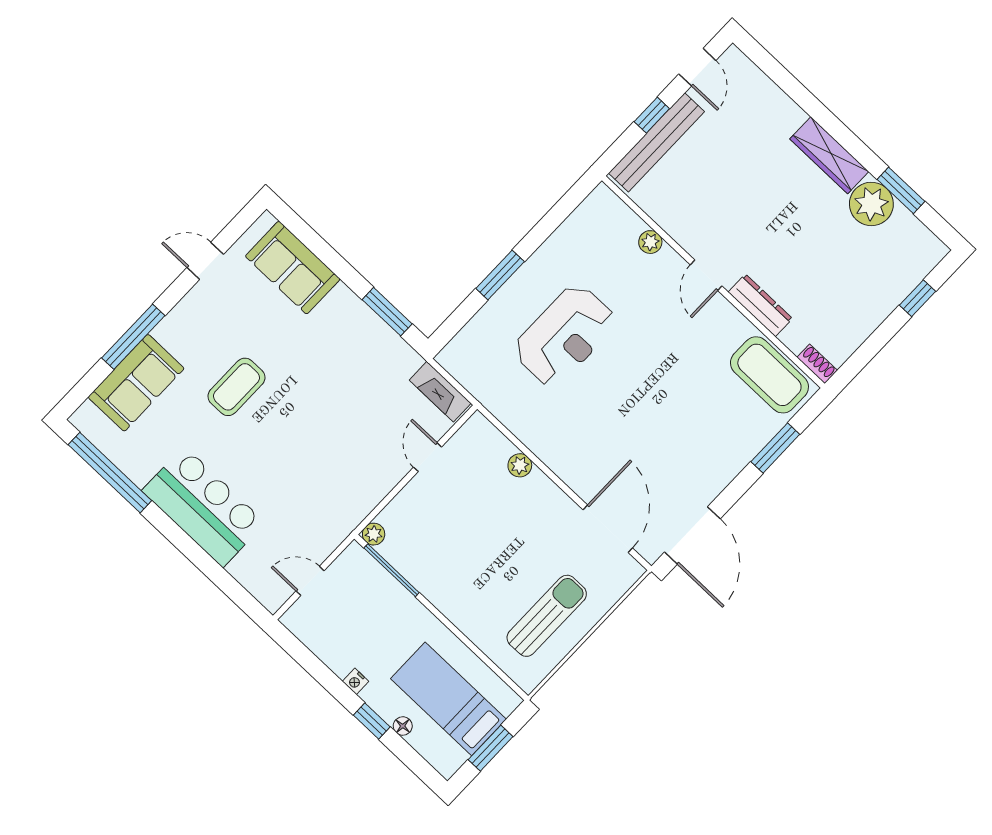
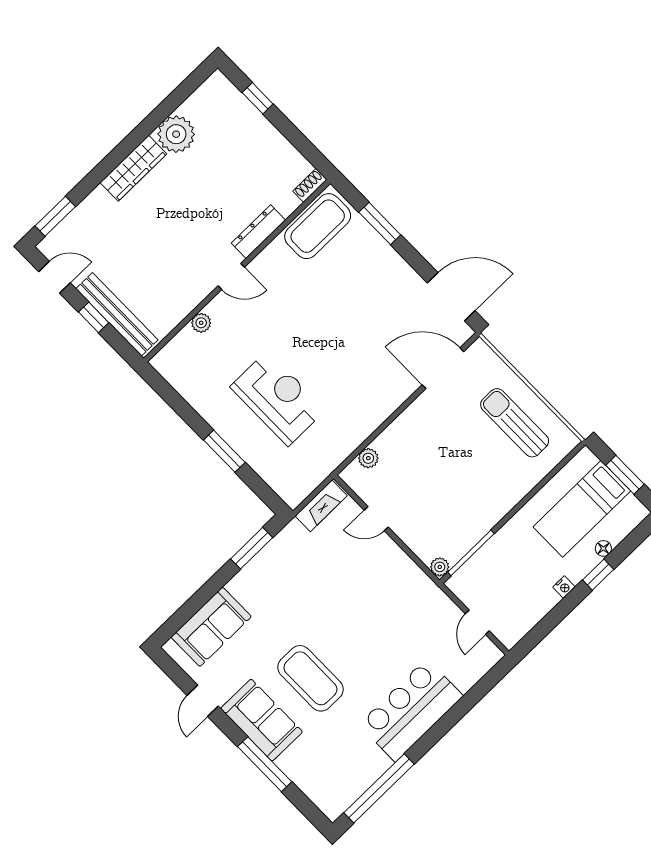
window: (901, 190) -> (55, 216), moved
sofa: (136, 383) -> (262, 720), moved
coffee table: (236, 387) -> (310, 678), width x1.36, depth x1.32
plant: (520, 465) -> (368, 458), moved

